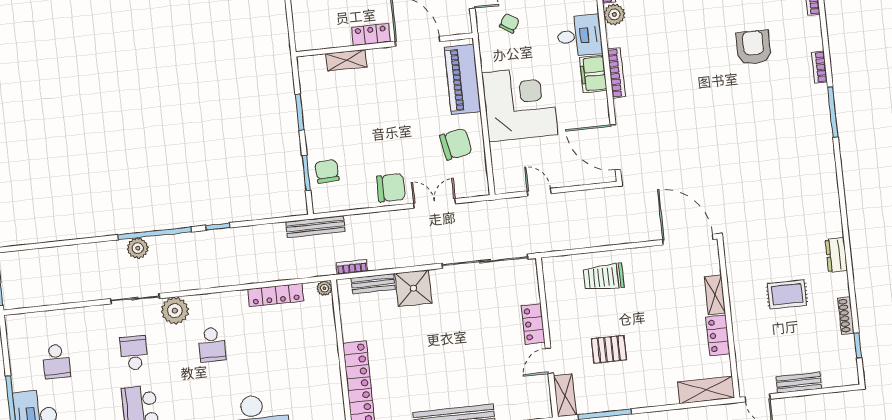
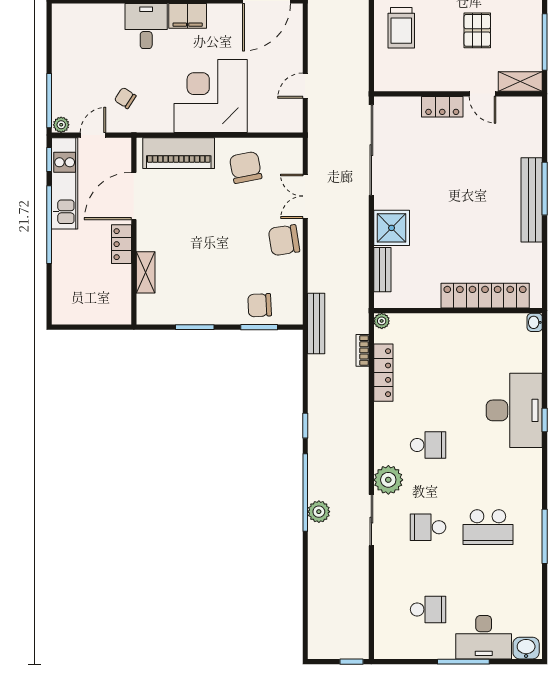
chair: (391, 188) -> (284, 240), turned -99
bookcase: (352, 267) -> (362, 350), moved

